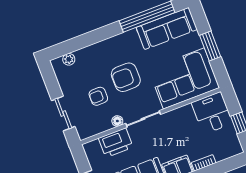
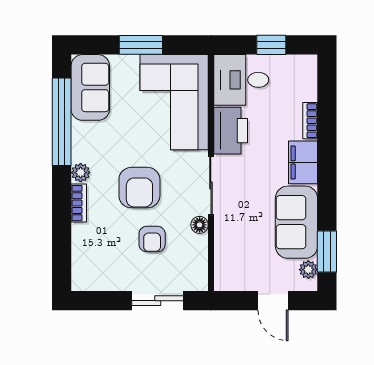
sofa: (167, 28) -> (90, 87), width x0.73
bookcase: (103, 45) -> (79, 203), added
plant: (69, 59) -> (81, 173), moved
printer: (116, 143) -> (231, 131), moved

